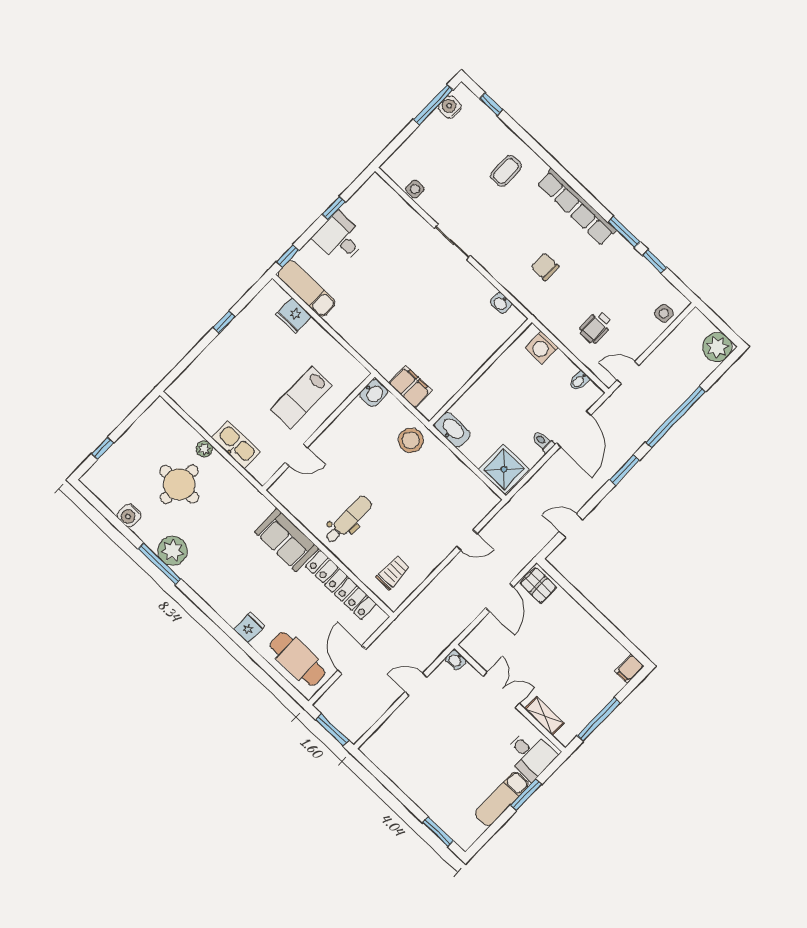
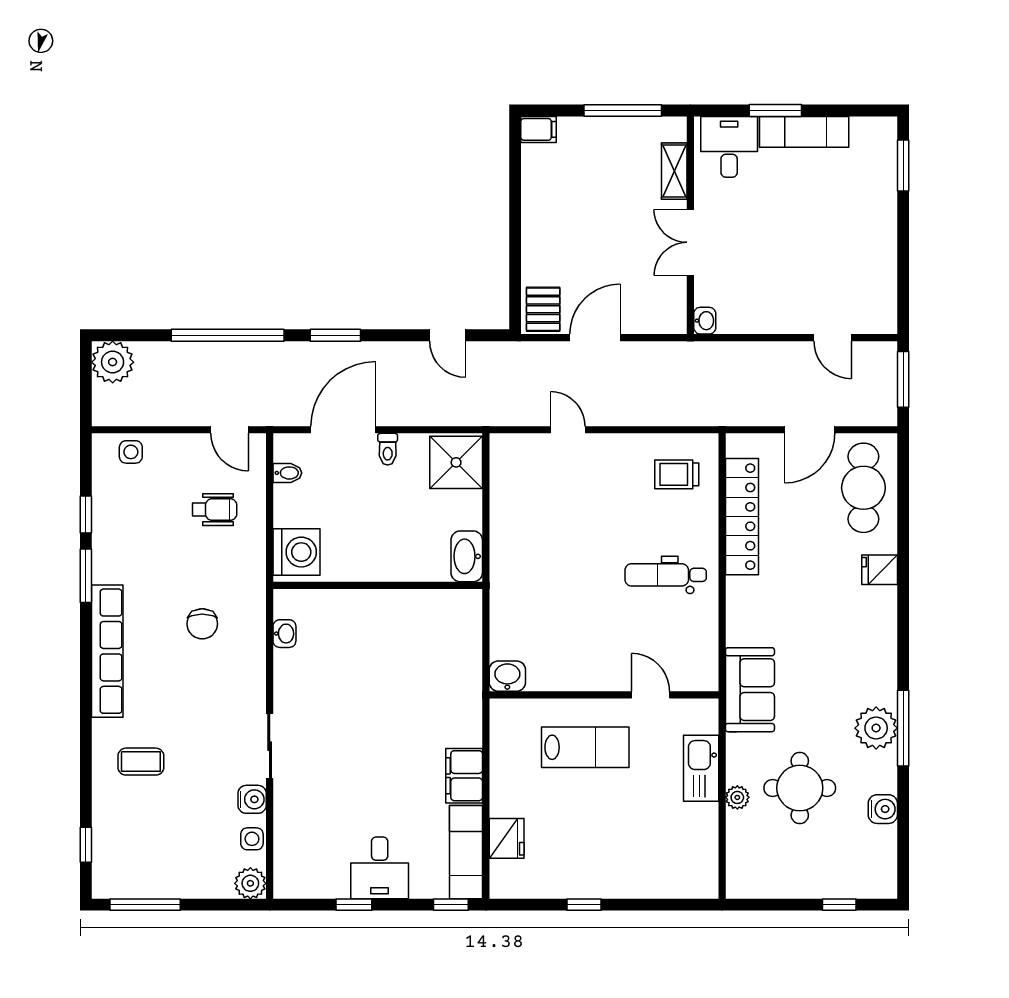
water cooler: (450, 107) -> (252, 799), moved, turned -90
plant: (394, 167) -> (250, 883), added
washing machine: (542, 348) -> (297, 552), width x1.37, depth x1.37
filing cabinet: (410, 387) -> (464, 776), moved
stool: (411, 440) -> (520, 589), removed
sofa: (286, 540) -> (750, 690), moved
door: (416, 684) -> (833, 338), moved

